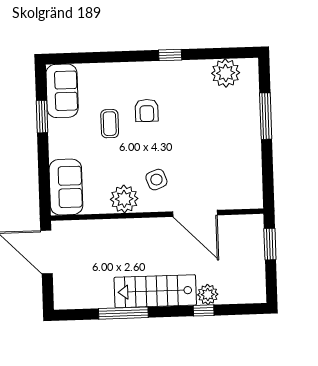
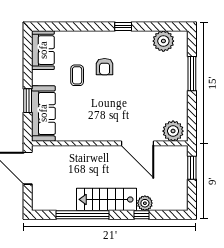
window: (42, 117) -> (28, 101), moved
side table: (156, 180) -> (110, 118), removed
sofa: (66, 187) -> (43, 113), width x1.36
plant: (124, 199) -> (173, 131), moved
window: (123, 313) -> (83, 215), width x1.46

